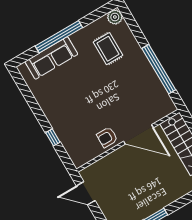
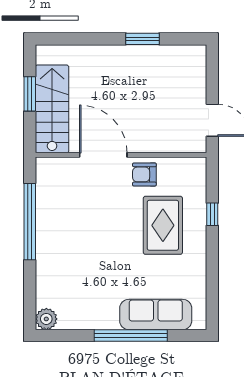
rug: (108, 49) -> (163, 225), moved, width x1.36, depth x1.43
armchair: (107, 137) -> (144, 174), turned 180

